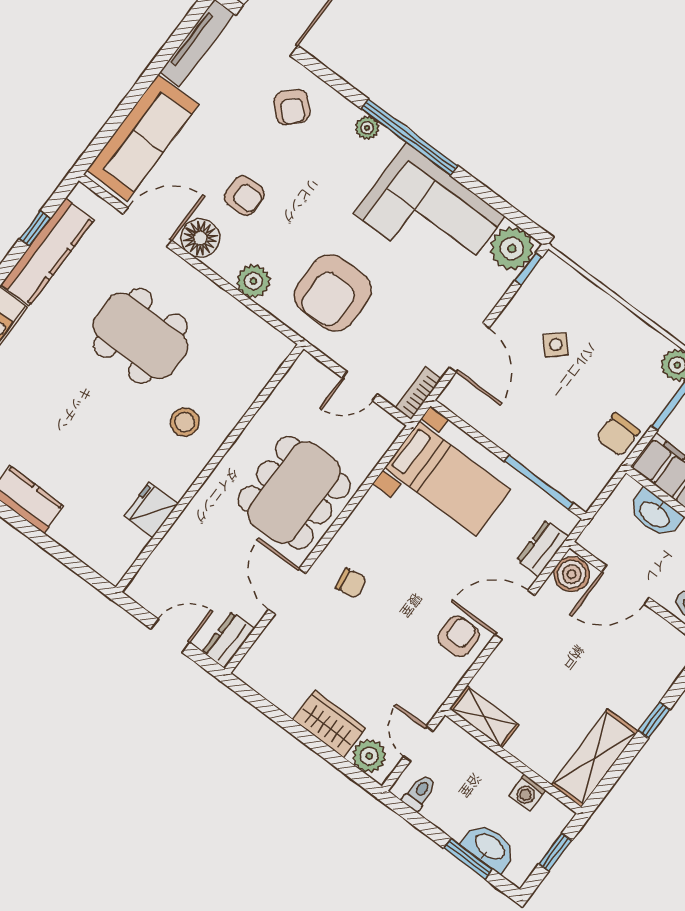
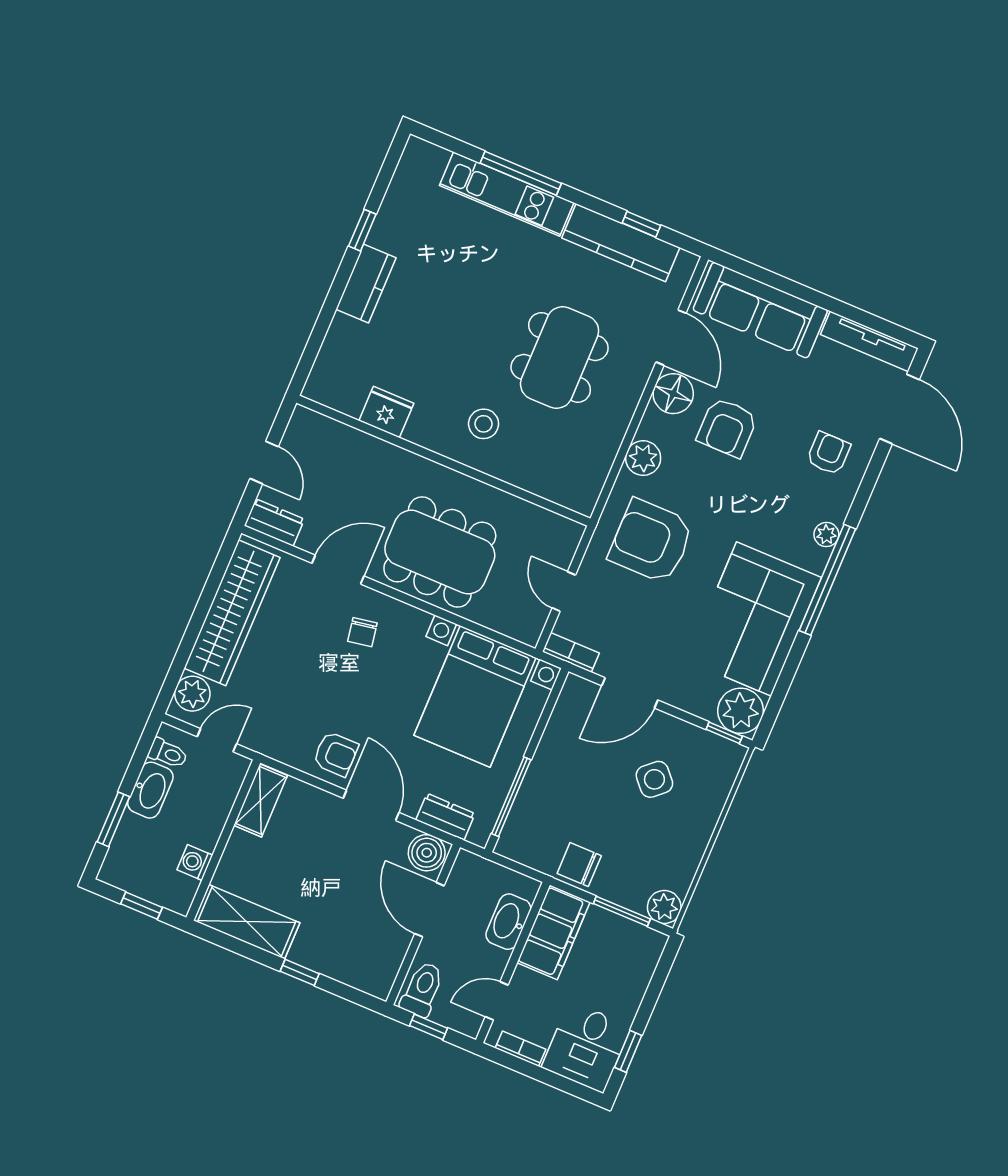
armchair: (292, 107) -> (828, 453), turned 136
armchair: (244, 196) -> (727, 427), width x1.38, depth x1.38
side table: (556, 345) -> (654, 779), width x1.37, depth x1.37
bed with nightstands: (447, 479) -> (475, 696), width x1.36
wardrobe: (329, 724) -> (232, 613), width x2.10, depth x1.17
washbasin: (489, 847) -> (150, 790), moved

